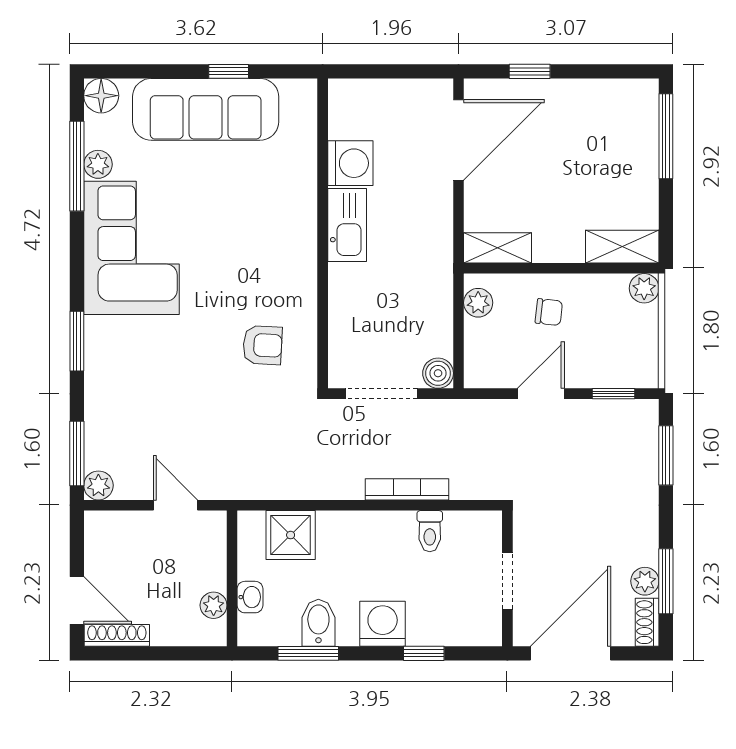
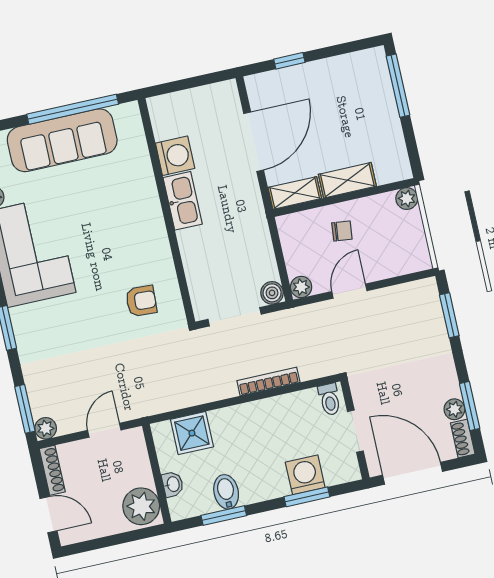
window: (229, 71) -> (73, 109), width x3.17
door: (459, 140) -> (254, 142), moved
shelving: (622, 247) -> (347, 180), moved
plant: (478, 303) -> (301, 287), moved
window: (614, 394) -> (402, 279), removed
door: (176, 505) -> (104, 430), hinge flipped
toilet: (430, 531) -> (329, 399), moved
plant: (214, 605) -> (141, 506), width x1.88, depth x1.88
washing machine: (383, 624) -> (305, 475), moved
shoe rack: (117, 635) -> (52, 470), moved, turned 90
window: (424, 653) -> (307, 497), width x1.50
door: (571, 653) -> (413, 473), hinge flipped

